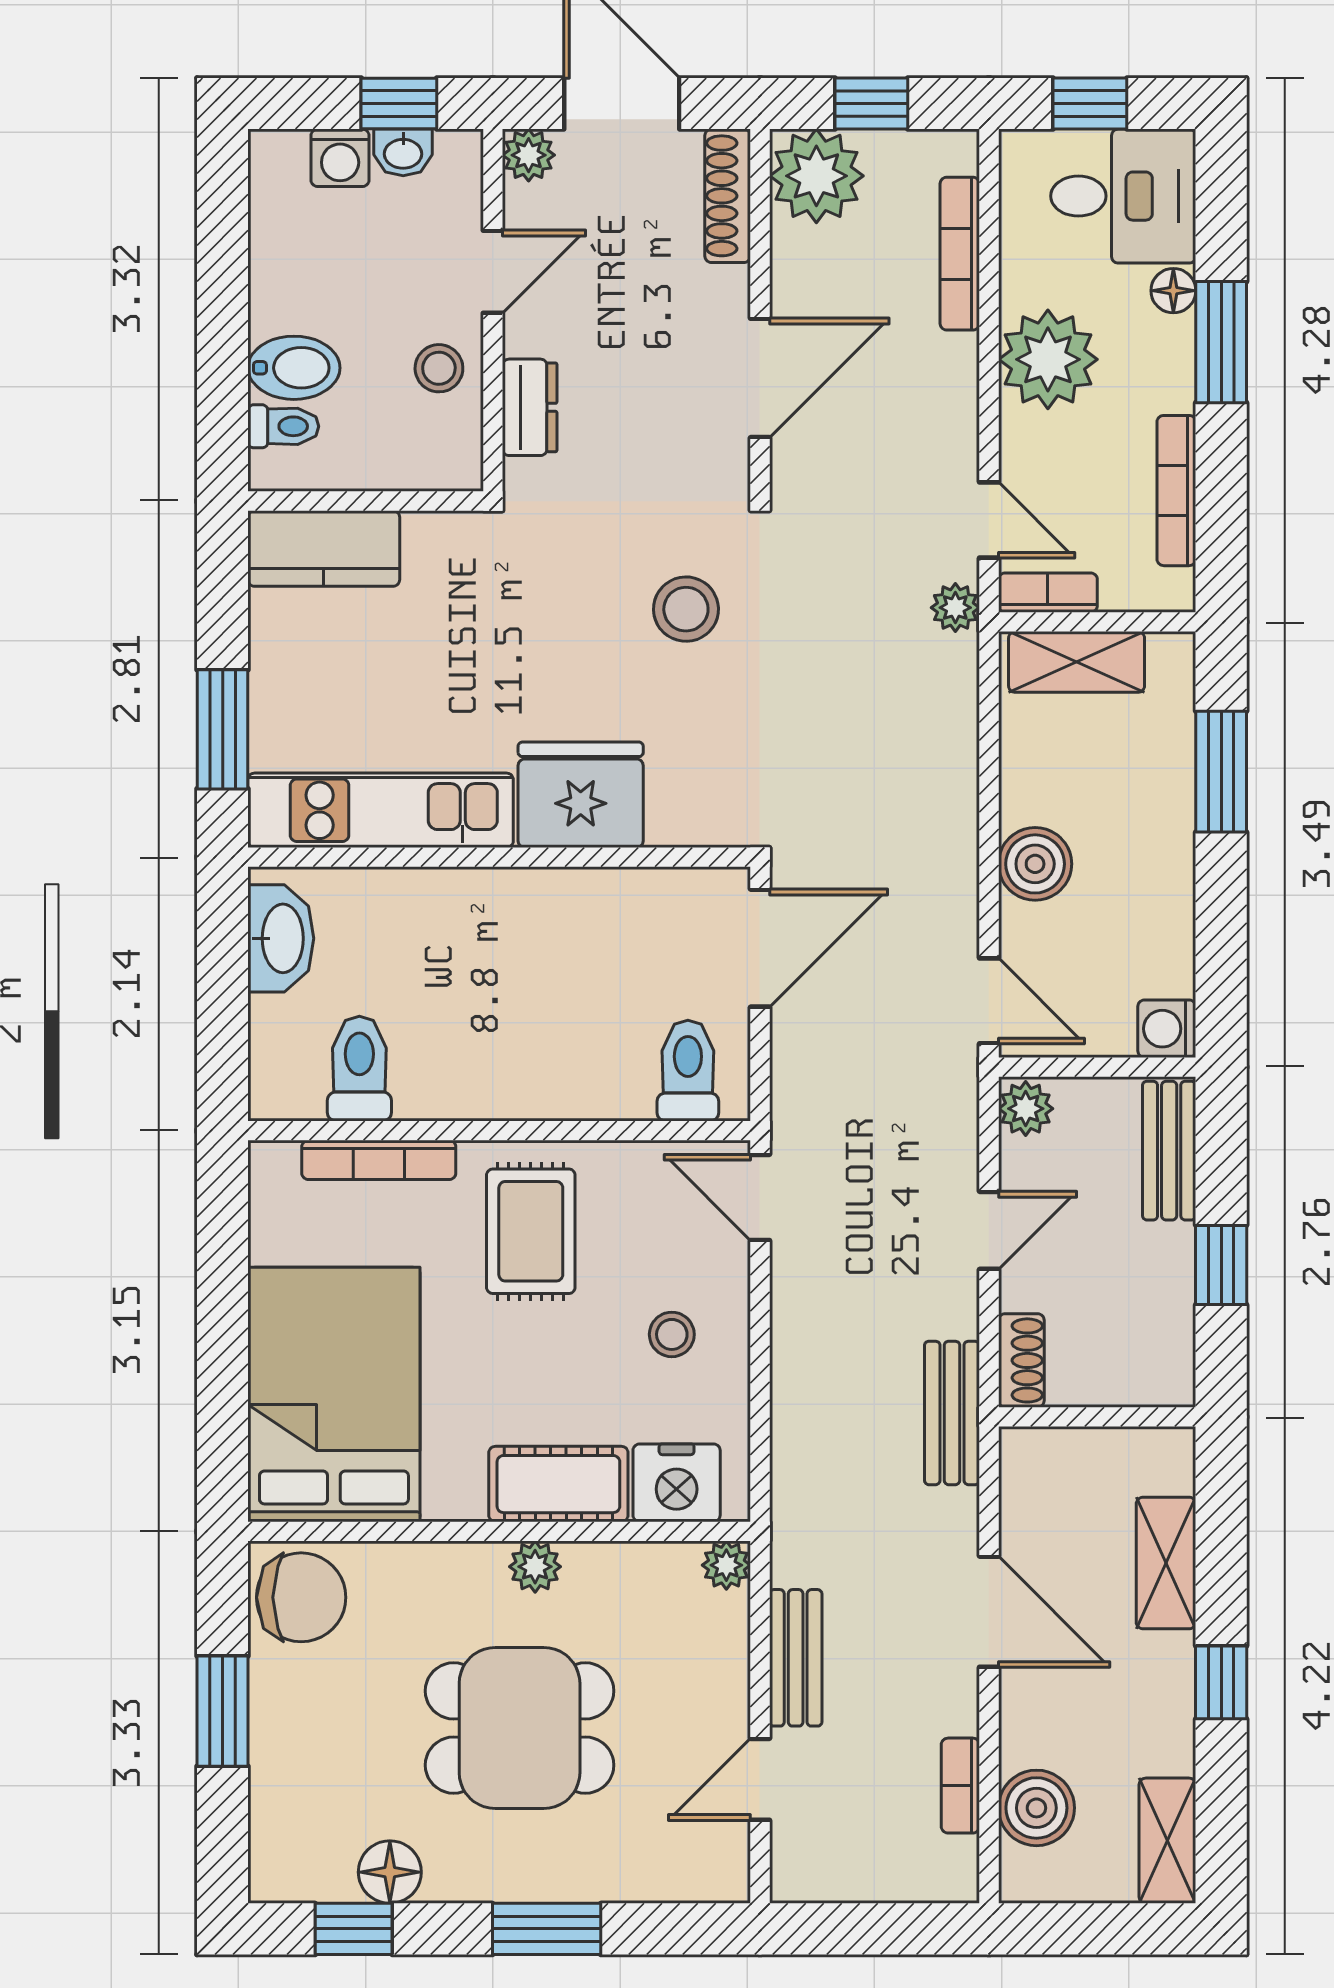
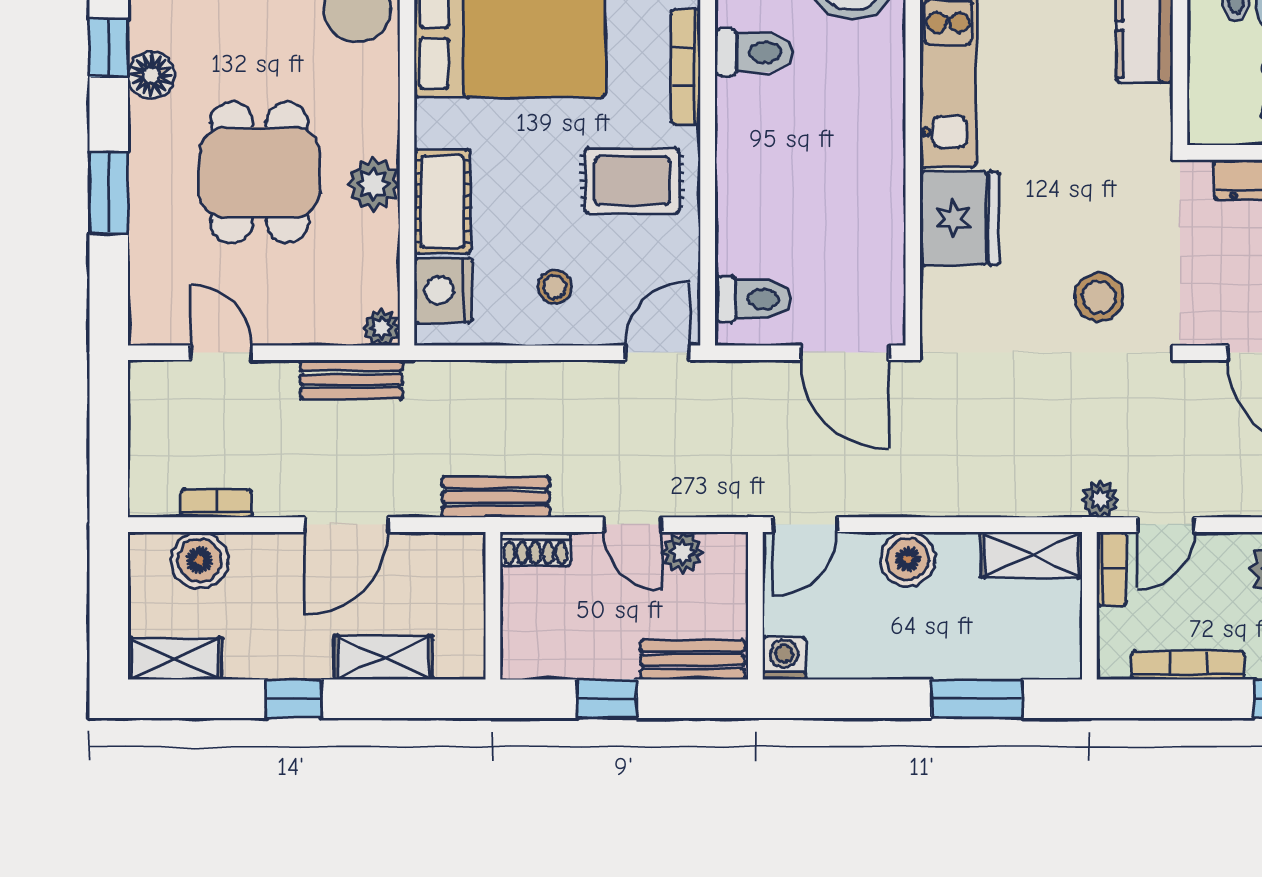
shelving: (1077, 662) -> (1031, 555), moved, turned 90
plant: (1026, 1109) -> (683, 552), moved
plant: (535, 1567) -> (373, 184), width x1.38, depth x1.38
bench: (796, 1658) -> (352, 380), moved

